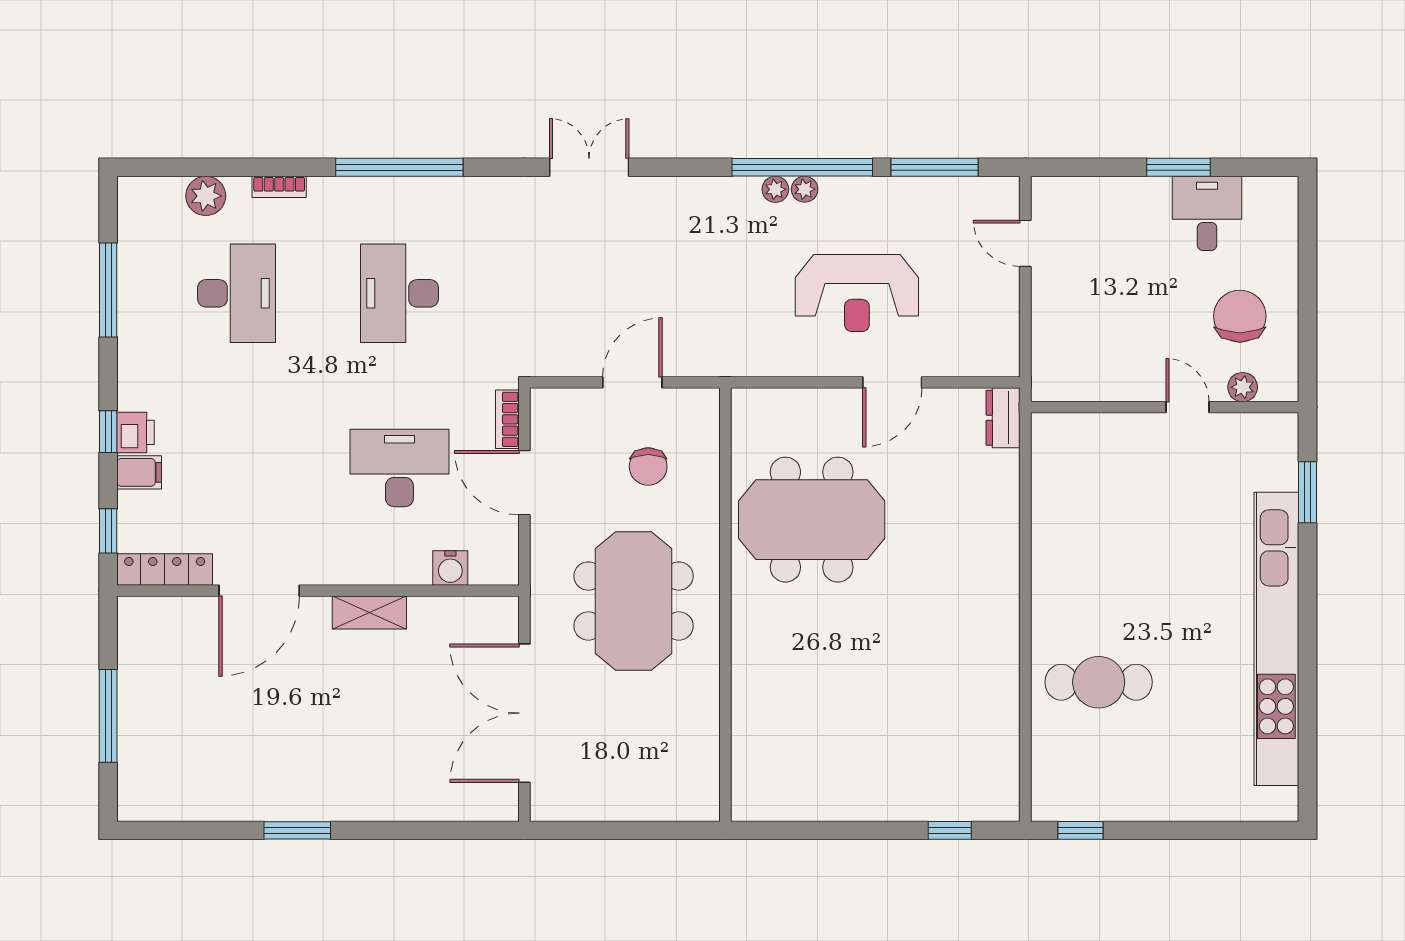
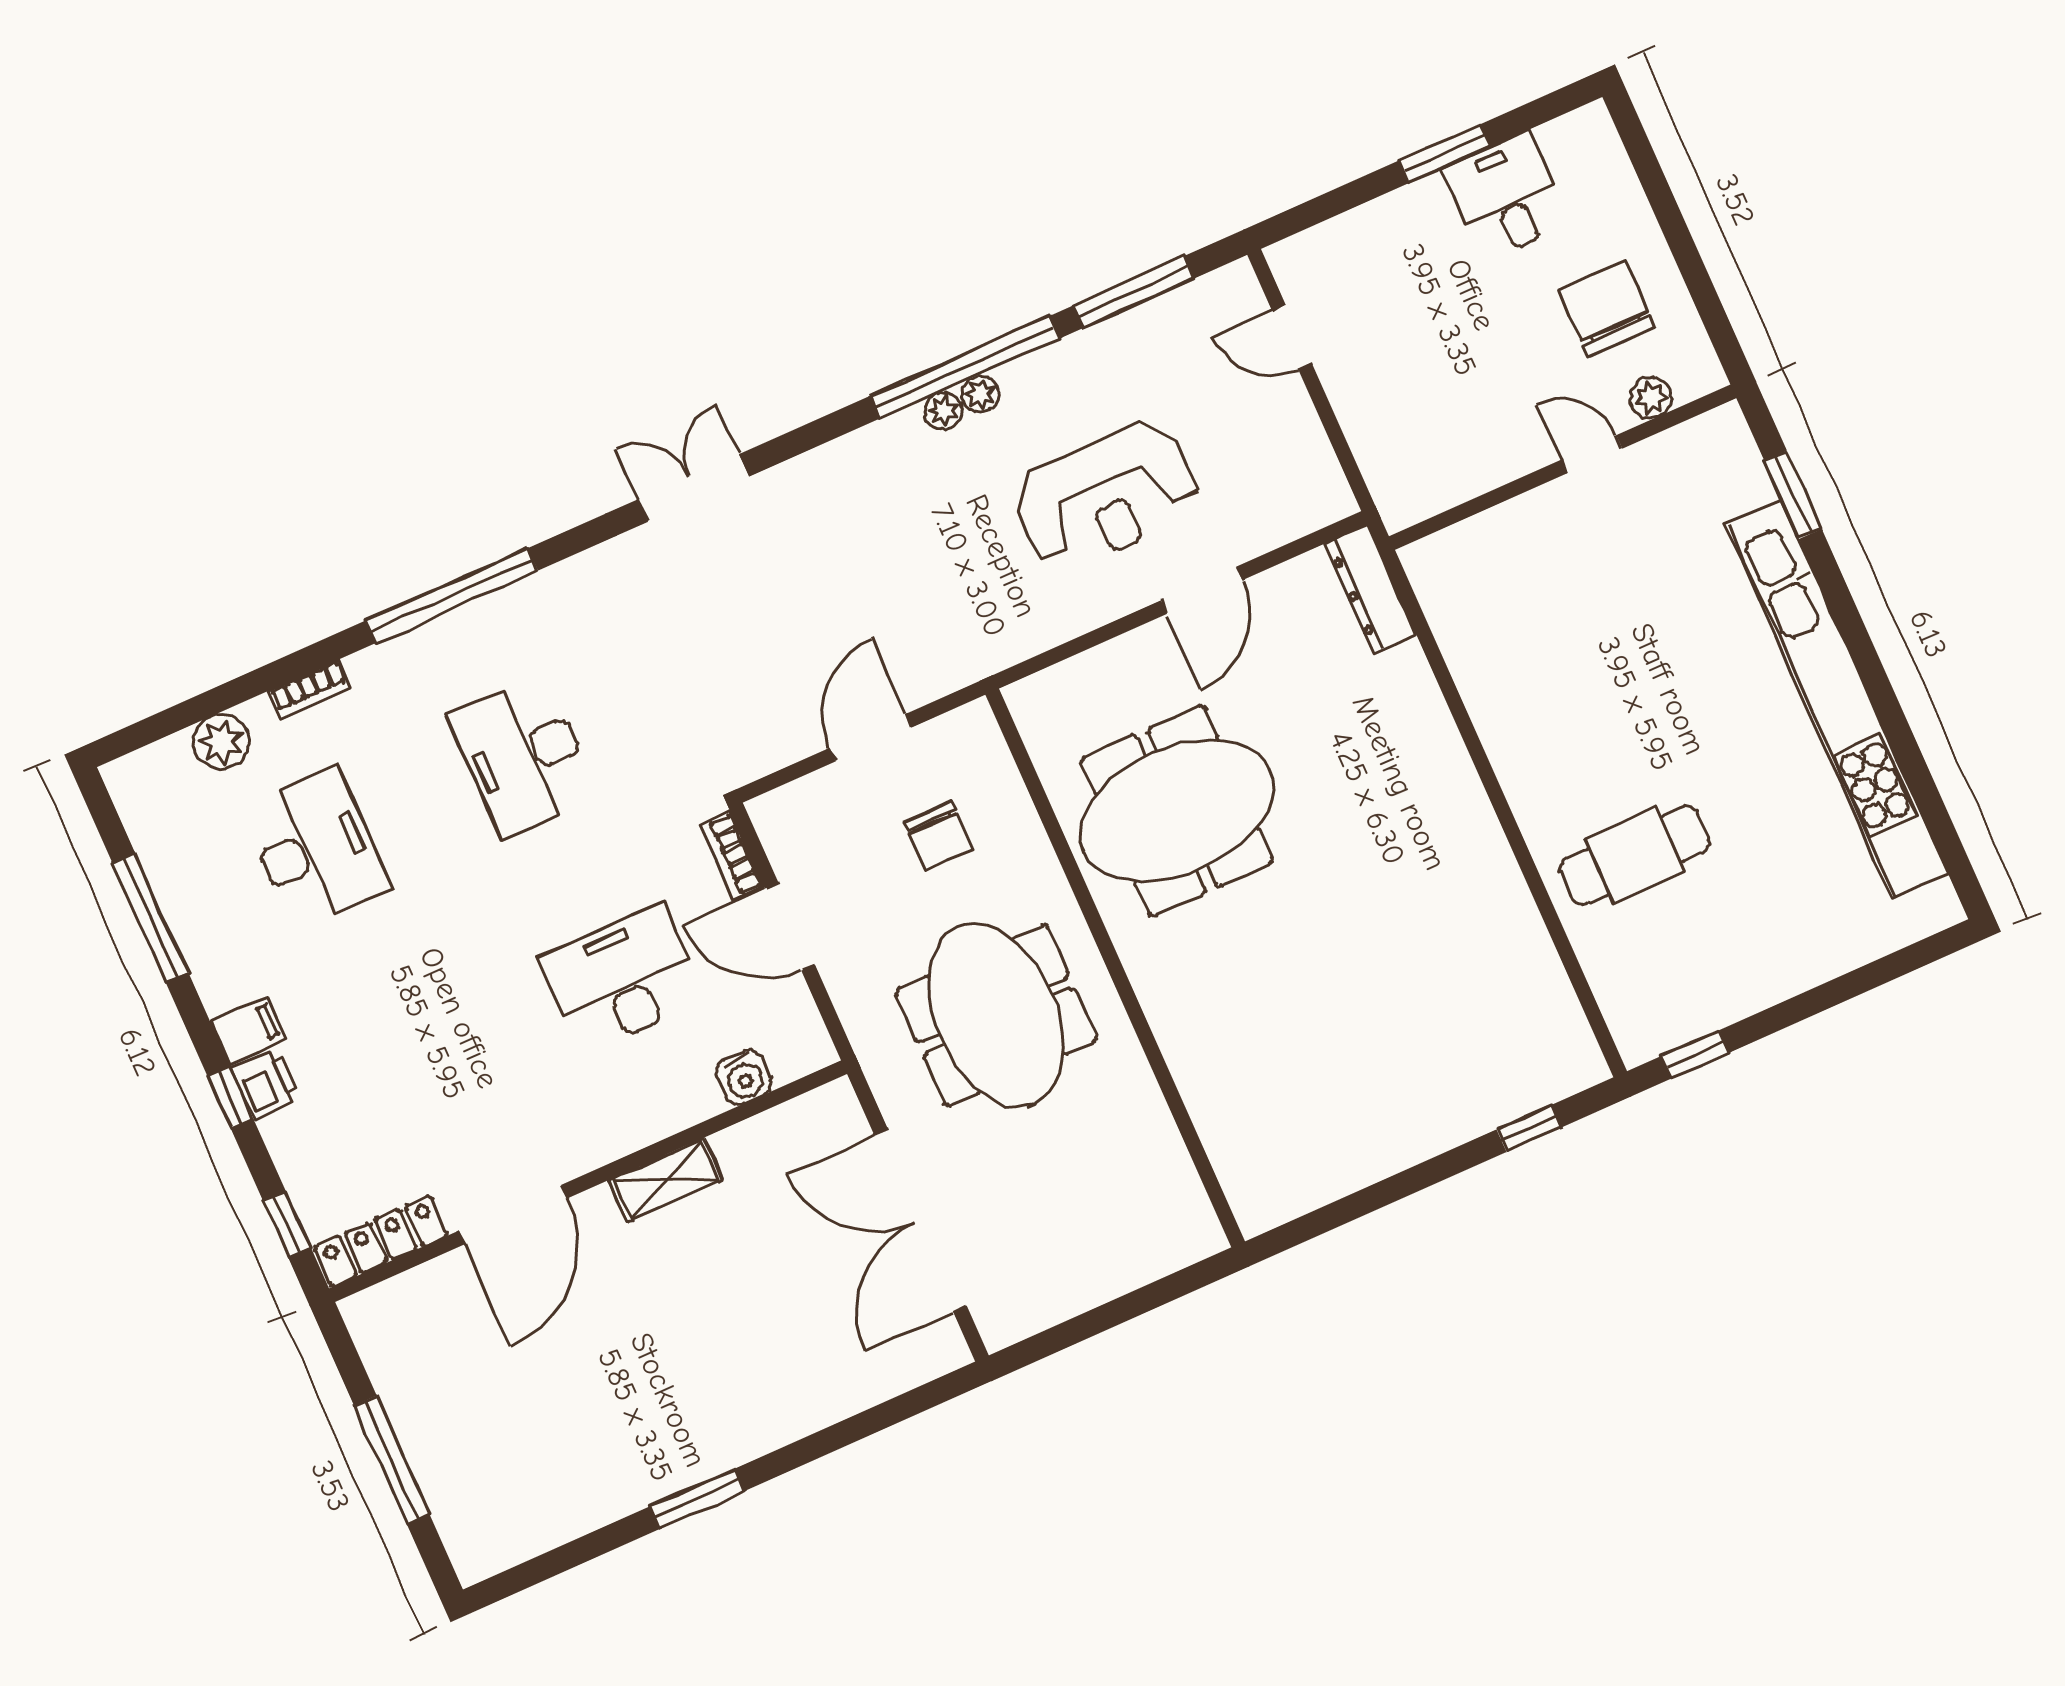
dresser: (1003, 418) -> (1370, 589), width x1.44
filing cabinet: (139, 472) -> (248, 1030), moved

